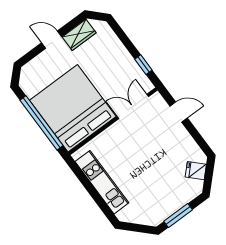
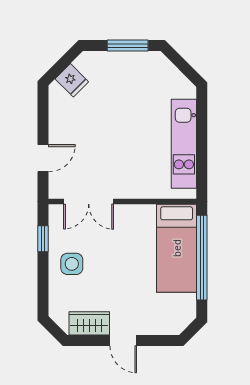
side table: (115, 62) -> (72, 264), added
bed: (73, 108) -> (177, 248), width x0.49
door: (179, 112) -> (43, 158), swing flipped

